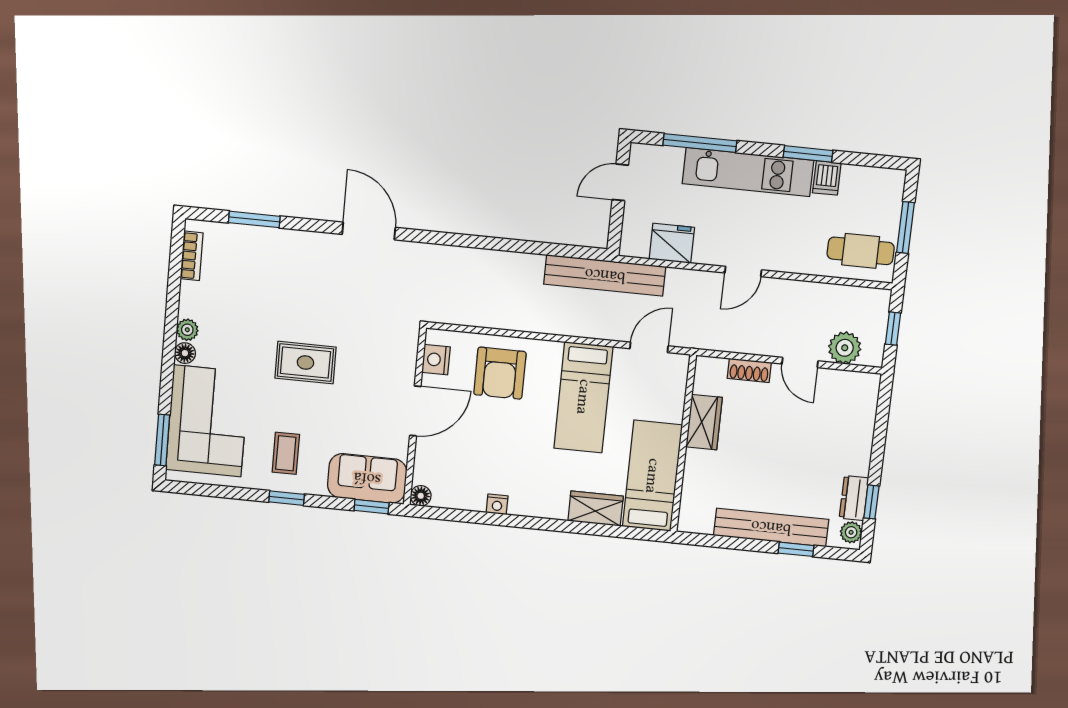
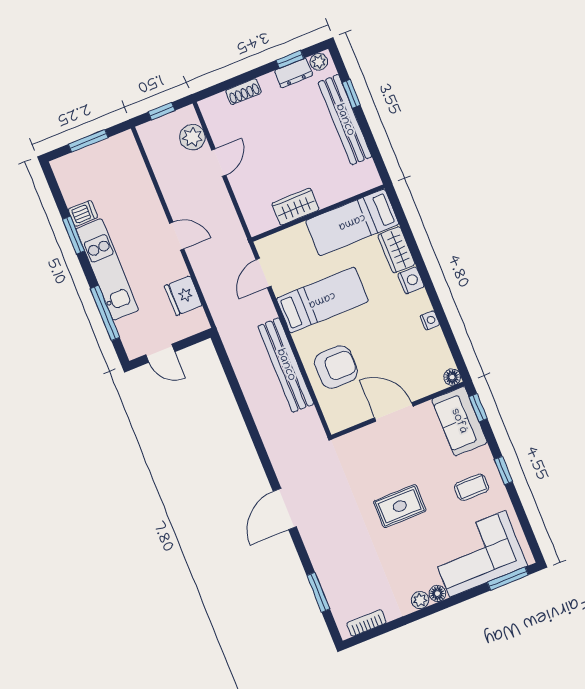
cafe table: (861, 251) -> (120, 163), removed
bench: (605, 275) -> (286, 365), moved
door: (649, 347) -> (263, 273), hinge flipped
nightstand: (436, 360) -> (411, 280), moved, turned -90
rug: (305, 363) -> (400, 506), turned 90
shoe rack: (749, 370) -> (243, 92), moved, turned 90

